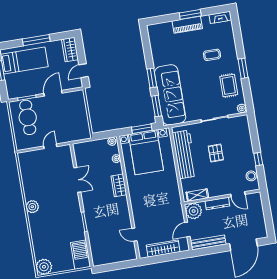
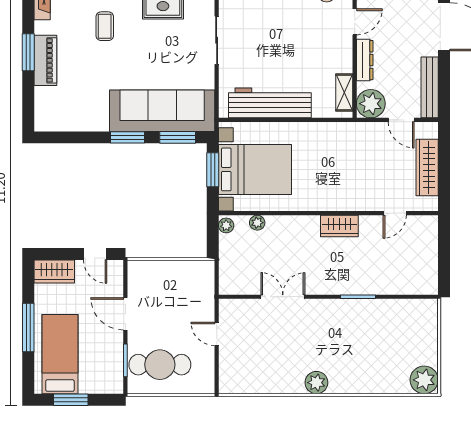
pallet: (216, 153) -> (276, 48), removed
wardrobe: (119, 185) -> (339, 226), moved
barbecue: (81, 255) -> (414, 313), removed

